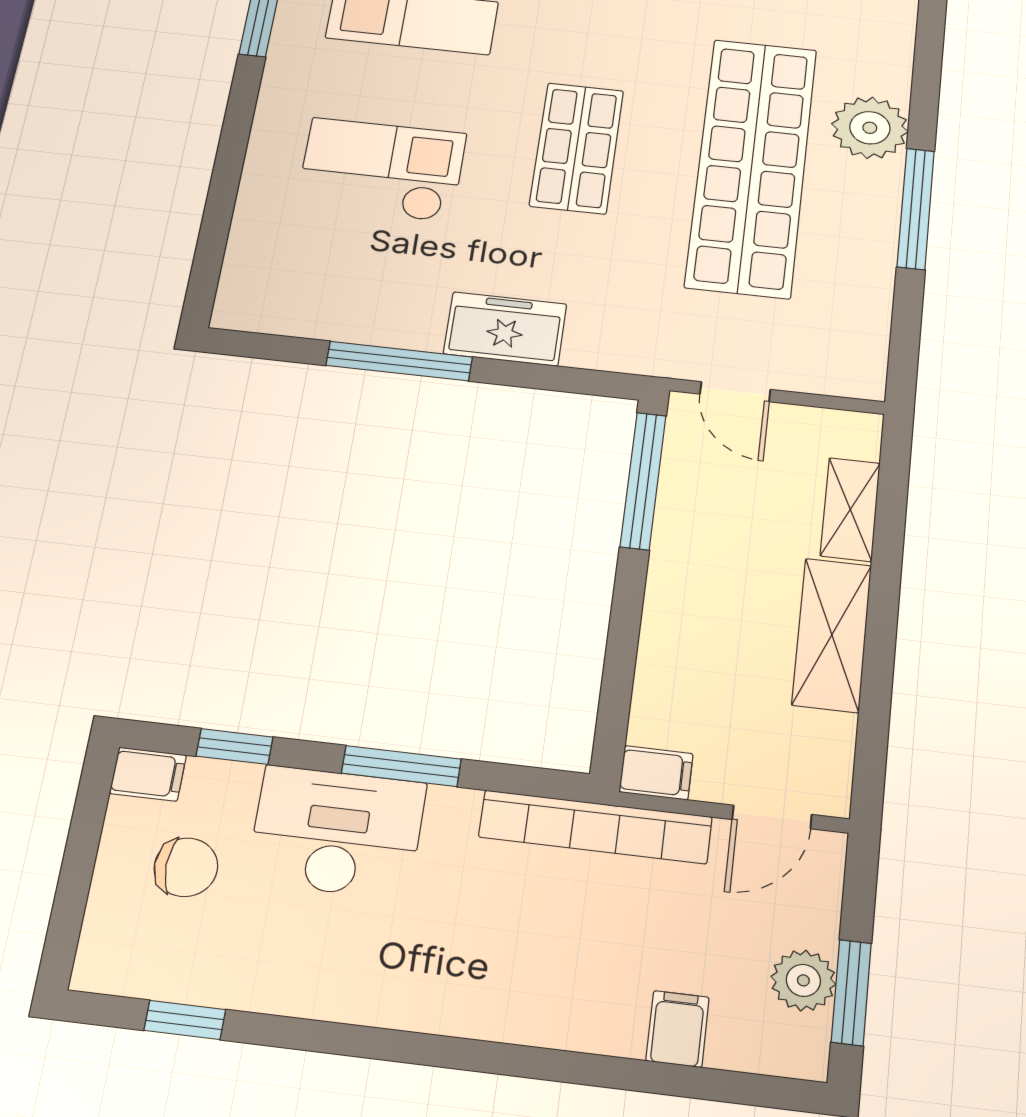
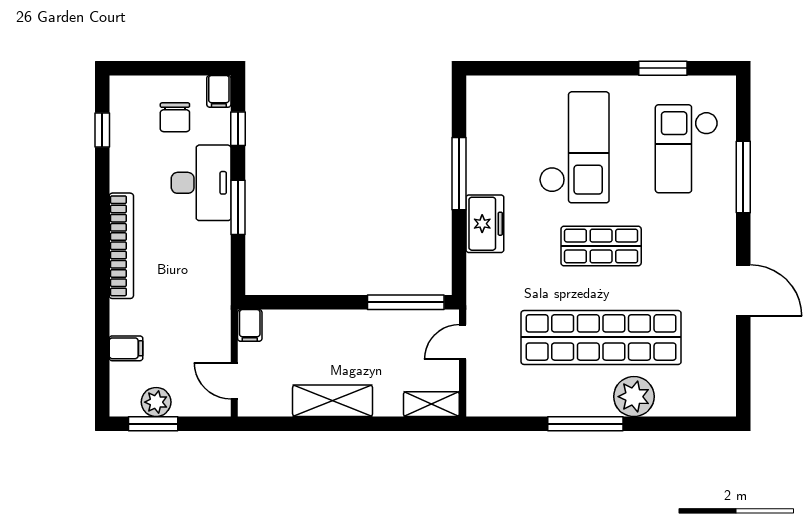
checkout: (382, 170) -> (574, 147), width x1.36, depth x1.21
shelving: (850, 509) -> (431, 404), moved
bookcase: (595, 827) -> (121, 246), moved, turned 180

